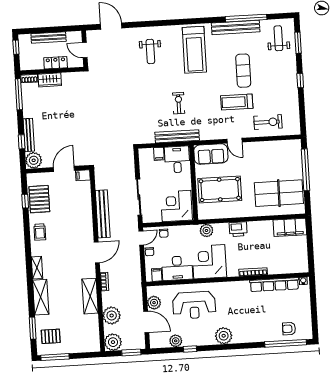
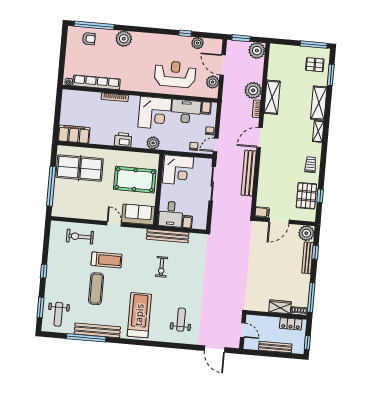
locker: (56, 63) -> (291, 324), moved
plant: (112, 316) -> (253, 90), moved
plant: (224, 336) -> (124, 39), moved

